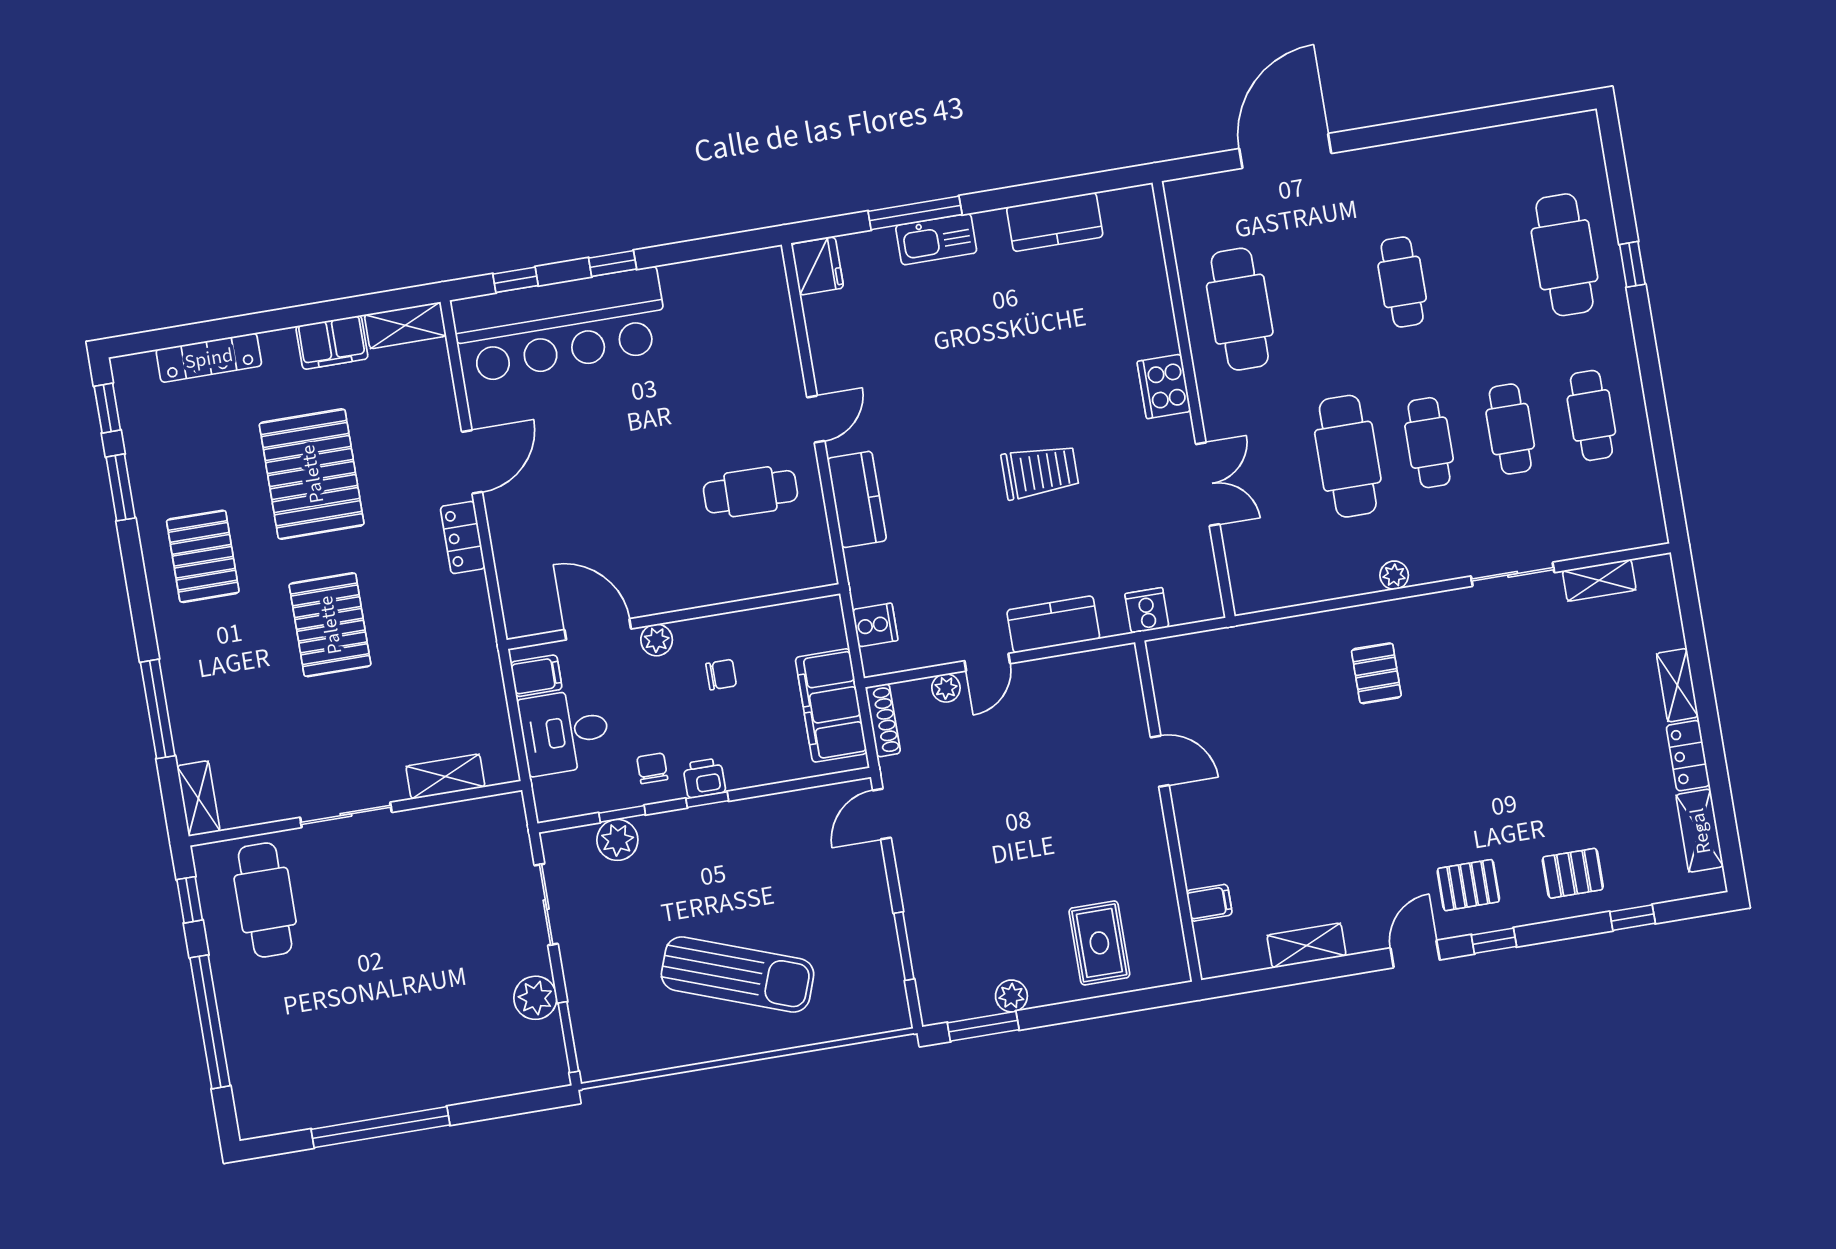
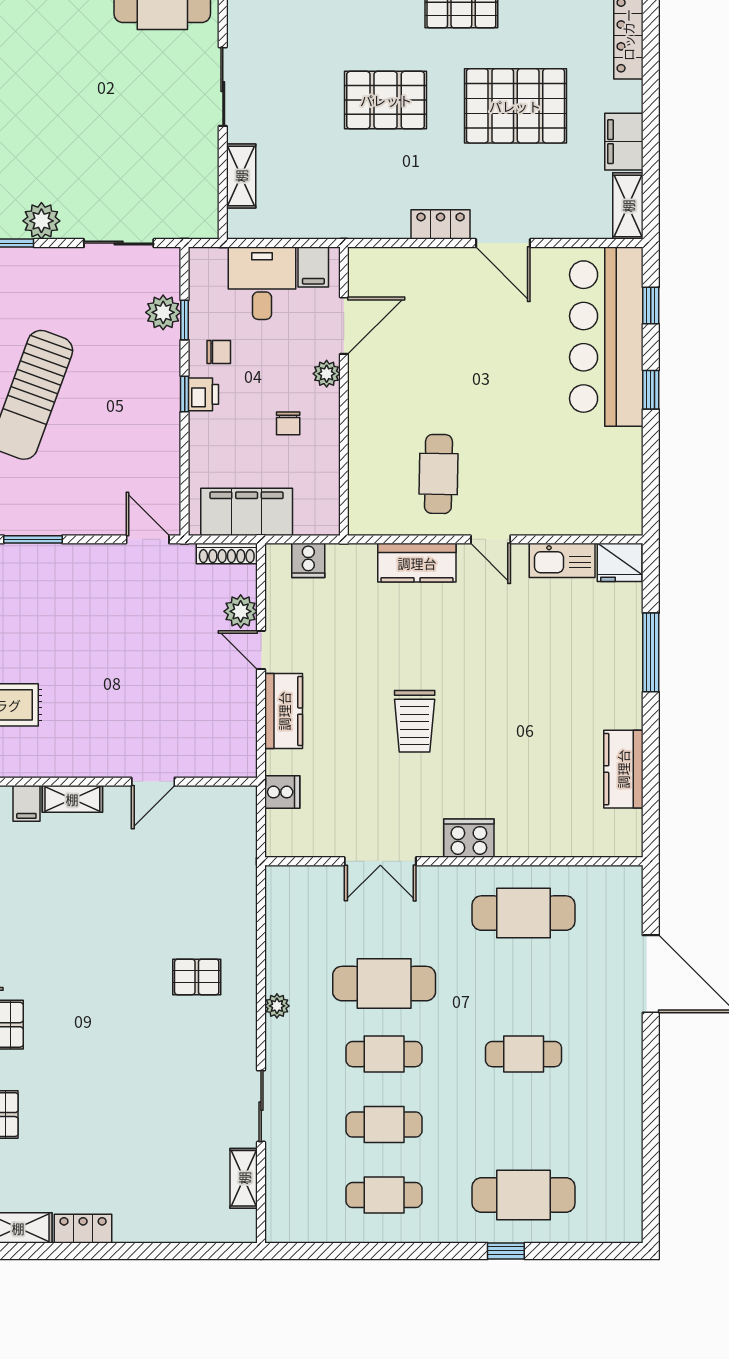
kitchen sink: (936, 239) -> (562, 560), moved, turned -90
shelving: (1677, 685) -> (72, 799), moved
plant: (946, 688) -> (241, 611), width x1.38, depth x1.38

